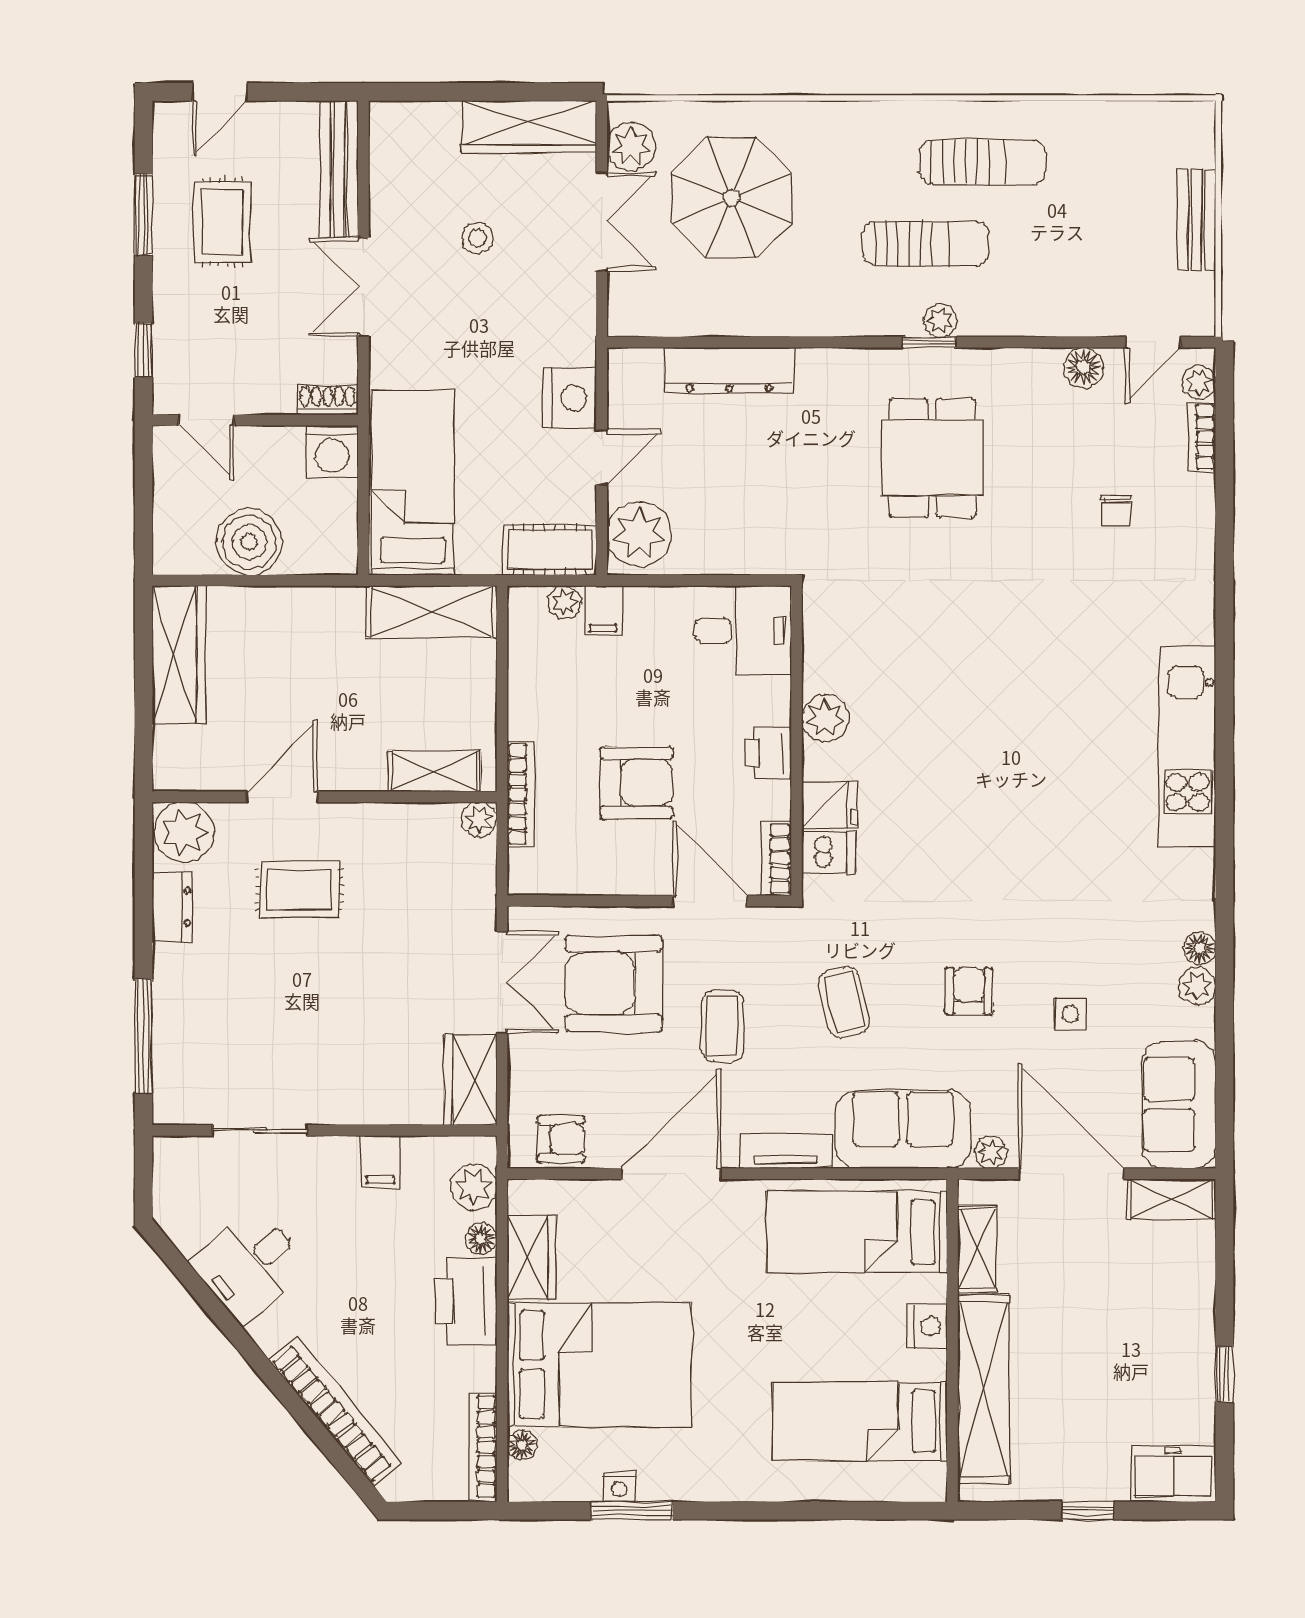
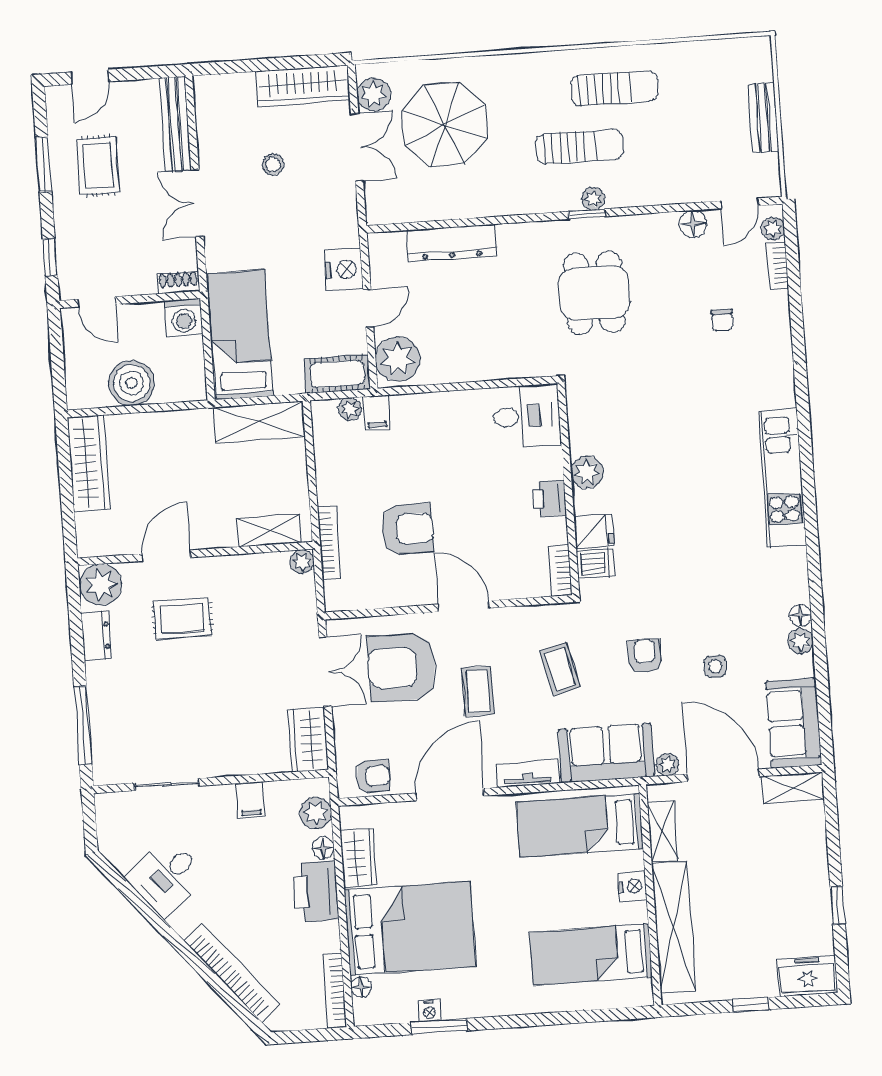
desk: (743, 630) -> (527, 416), moved
plant: (825, 718) -> (587, 472), moved
wall: (796, 741) -> (568, 489), moved
printer: (768, 753) -> (549, 499), moved
fridge: (830, 805) -> (594, 531), moved
dishwasher: (828, 852) -> (595, 564), moved
bookcase: (777, 859) -> (560, 570), moved

